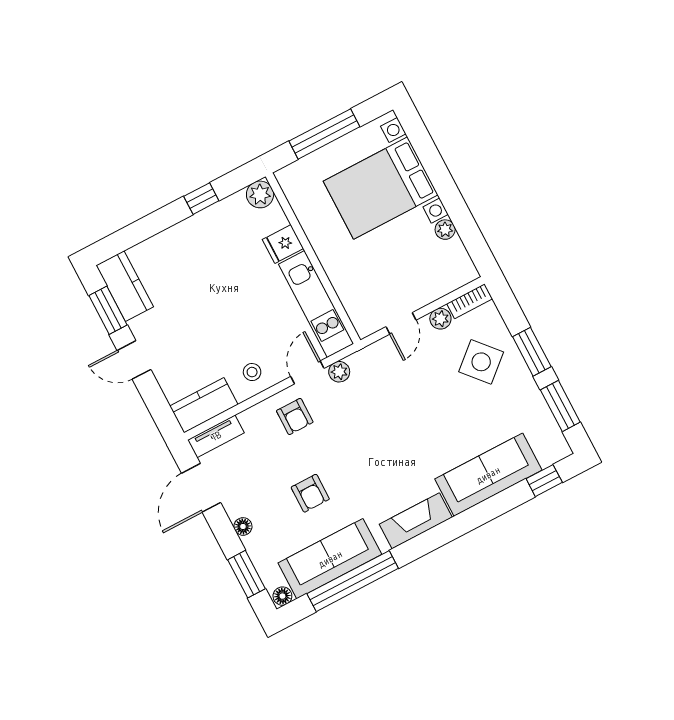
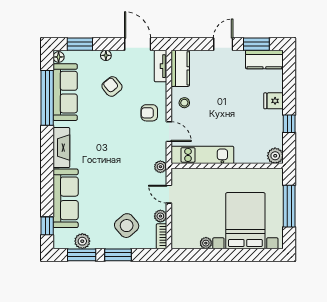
fridge: (283, 244) -> (274, 101), moved, turned -90
plant: (339, 372) -> (160, 167), moved
plant: (539, 416) -> (82, 241), added
armchair: (310, 493) -> (112, 87), moved, turned 51

